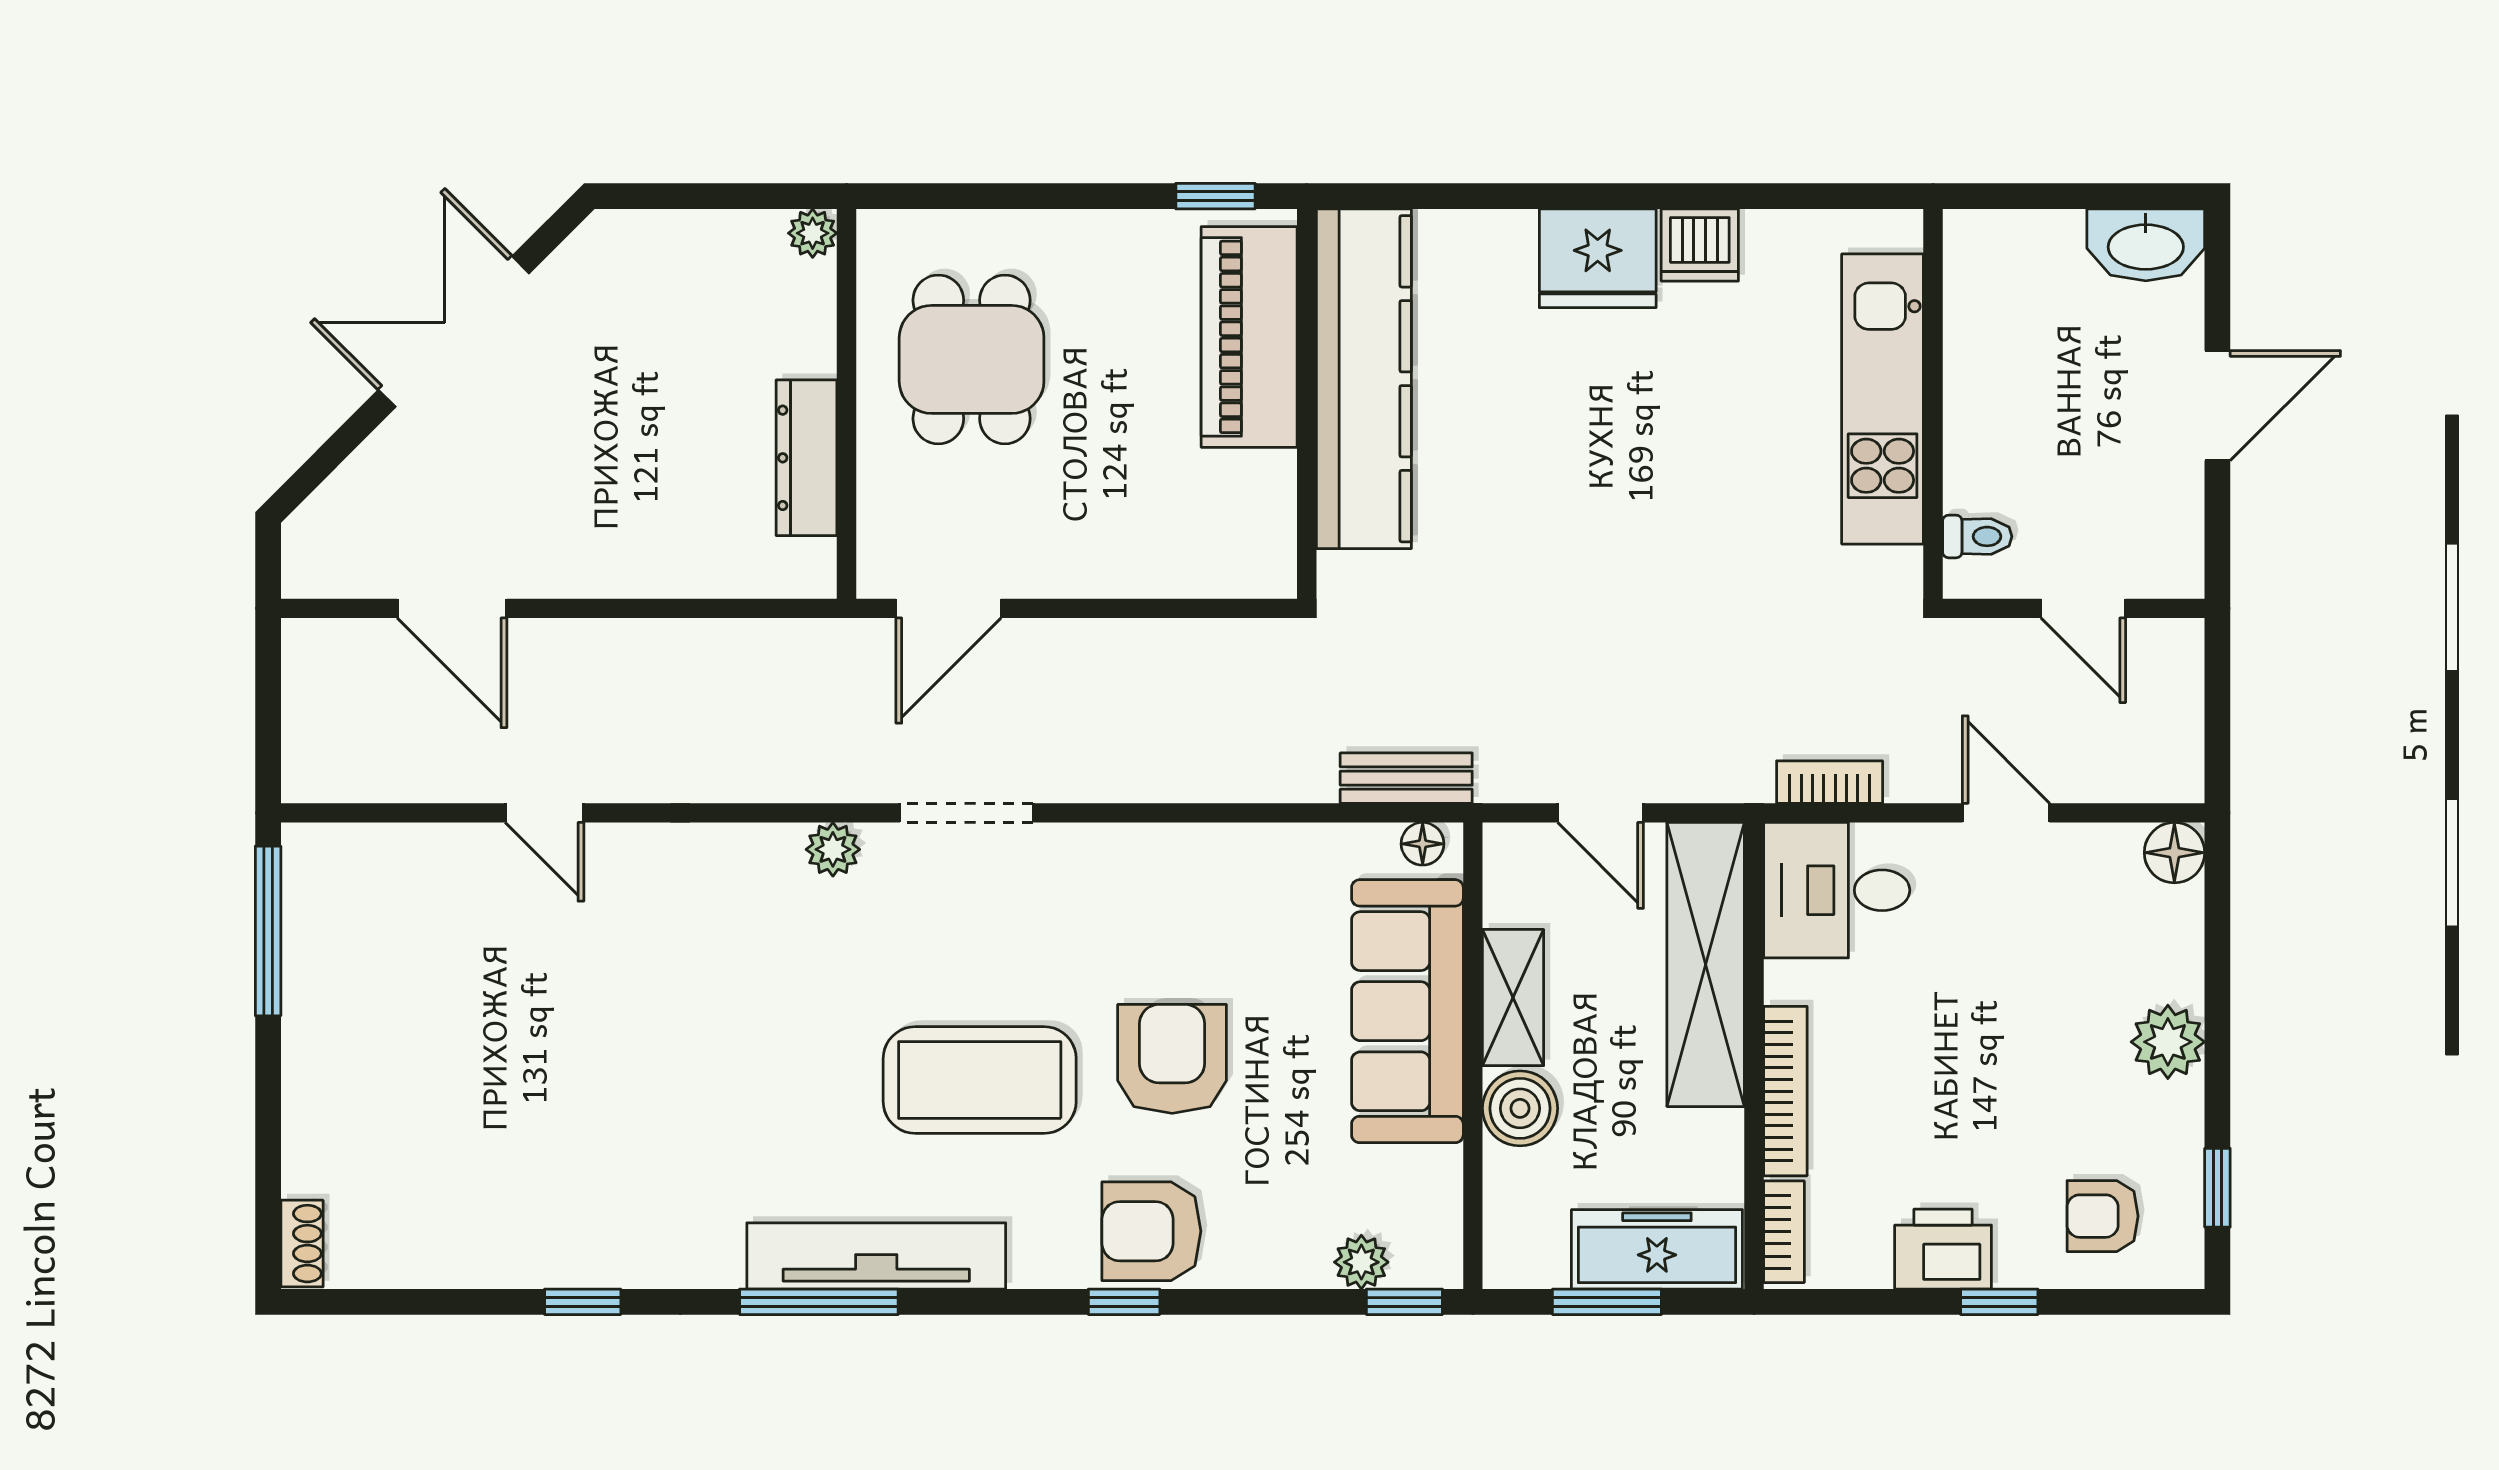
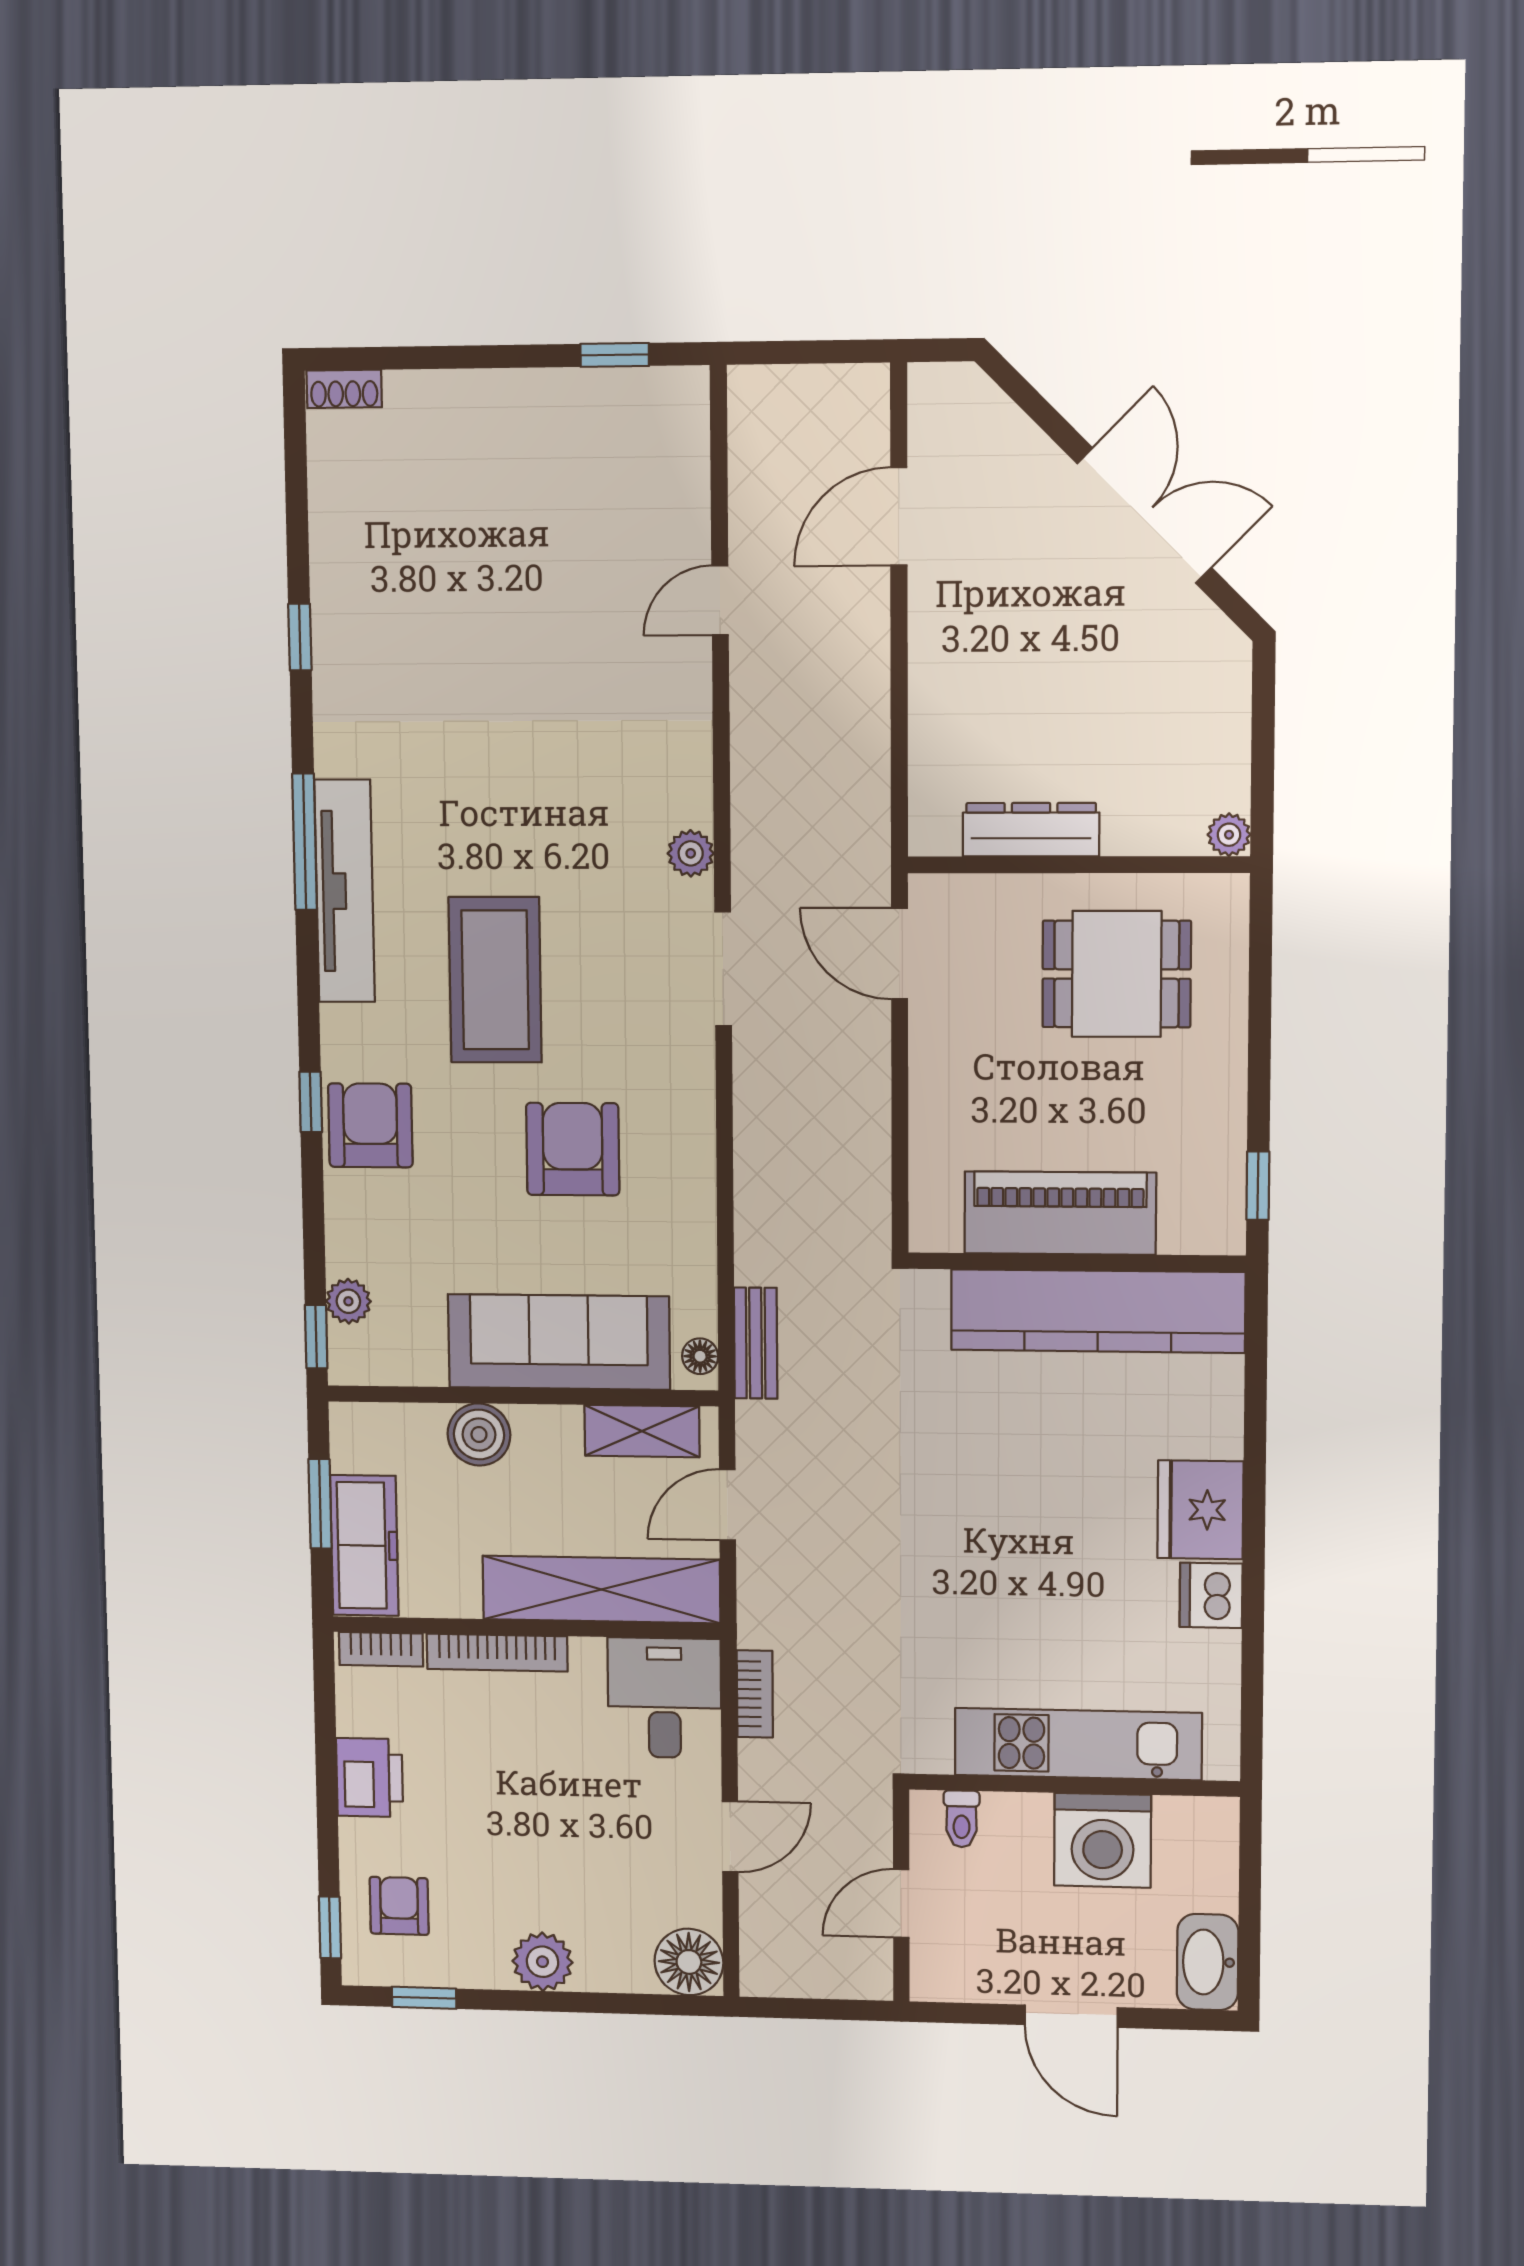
piano: (1249, 337) -> (1060, 1213), moved
washing machine: (1999, 370) -> (1103, 1840), added
floor lamp: (2174, 853) -> (689, 1962), width x1.38, depth x1.38
window: (268, 931) -> (615, 355), width x0.46
shelving: (1513, 998) -> (642, 1431), moved
armchair: (1172, 1059) -> (573, 1149), moved, turned -90
window: (1999, 1302) -> (330, 1927), moved

